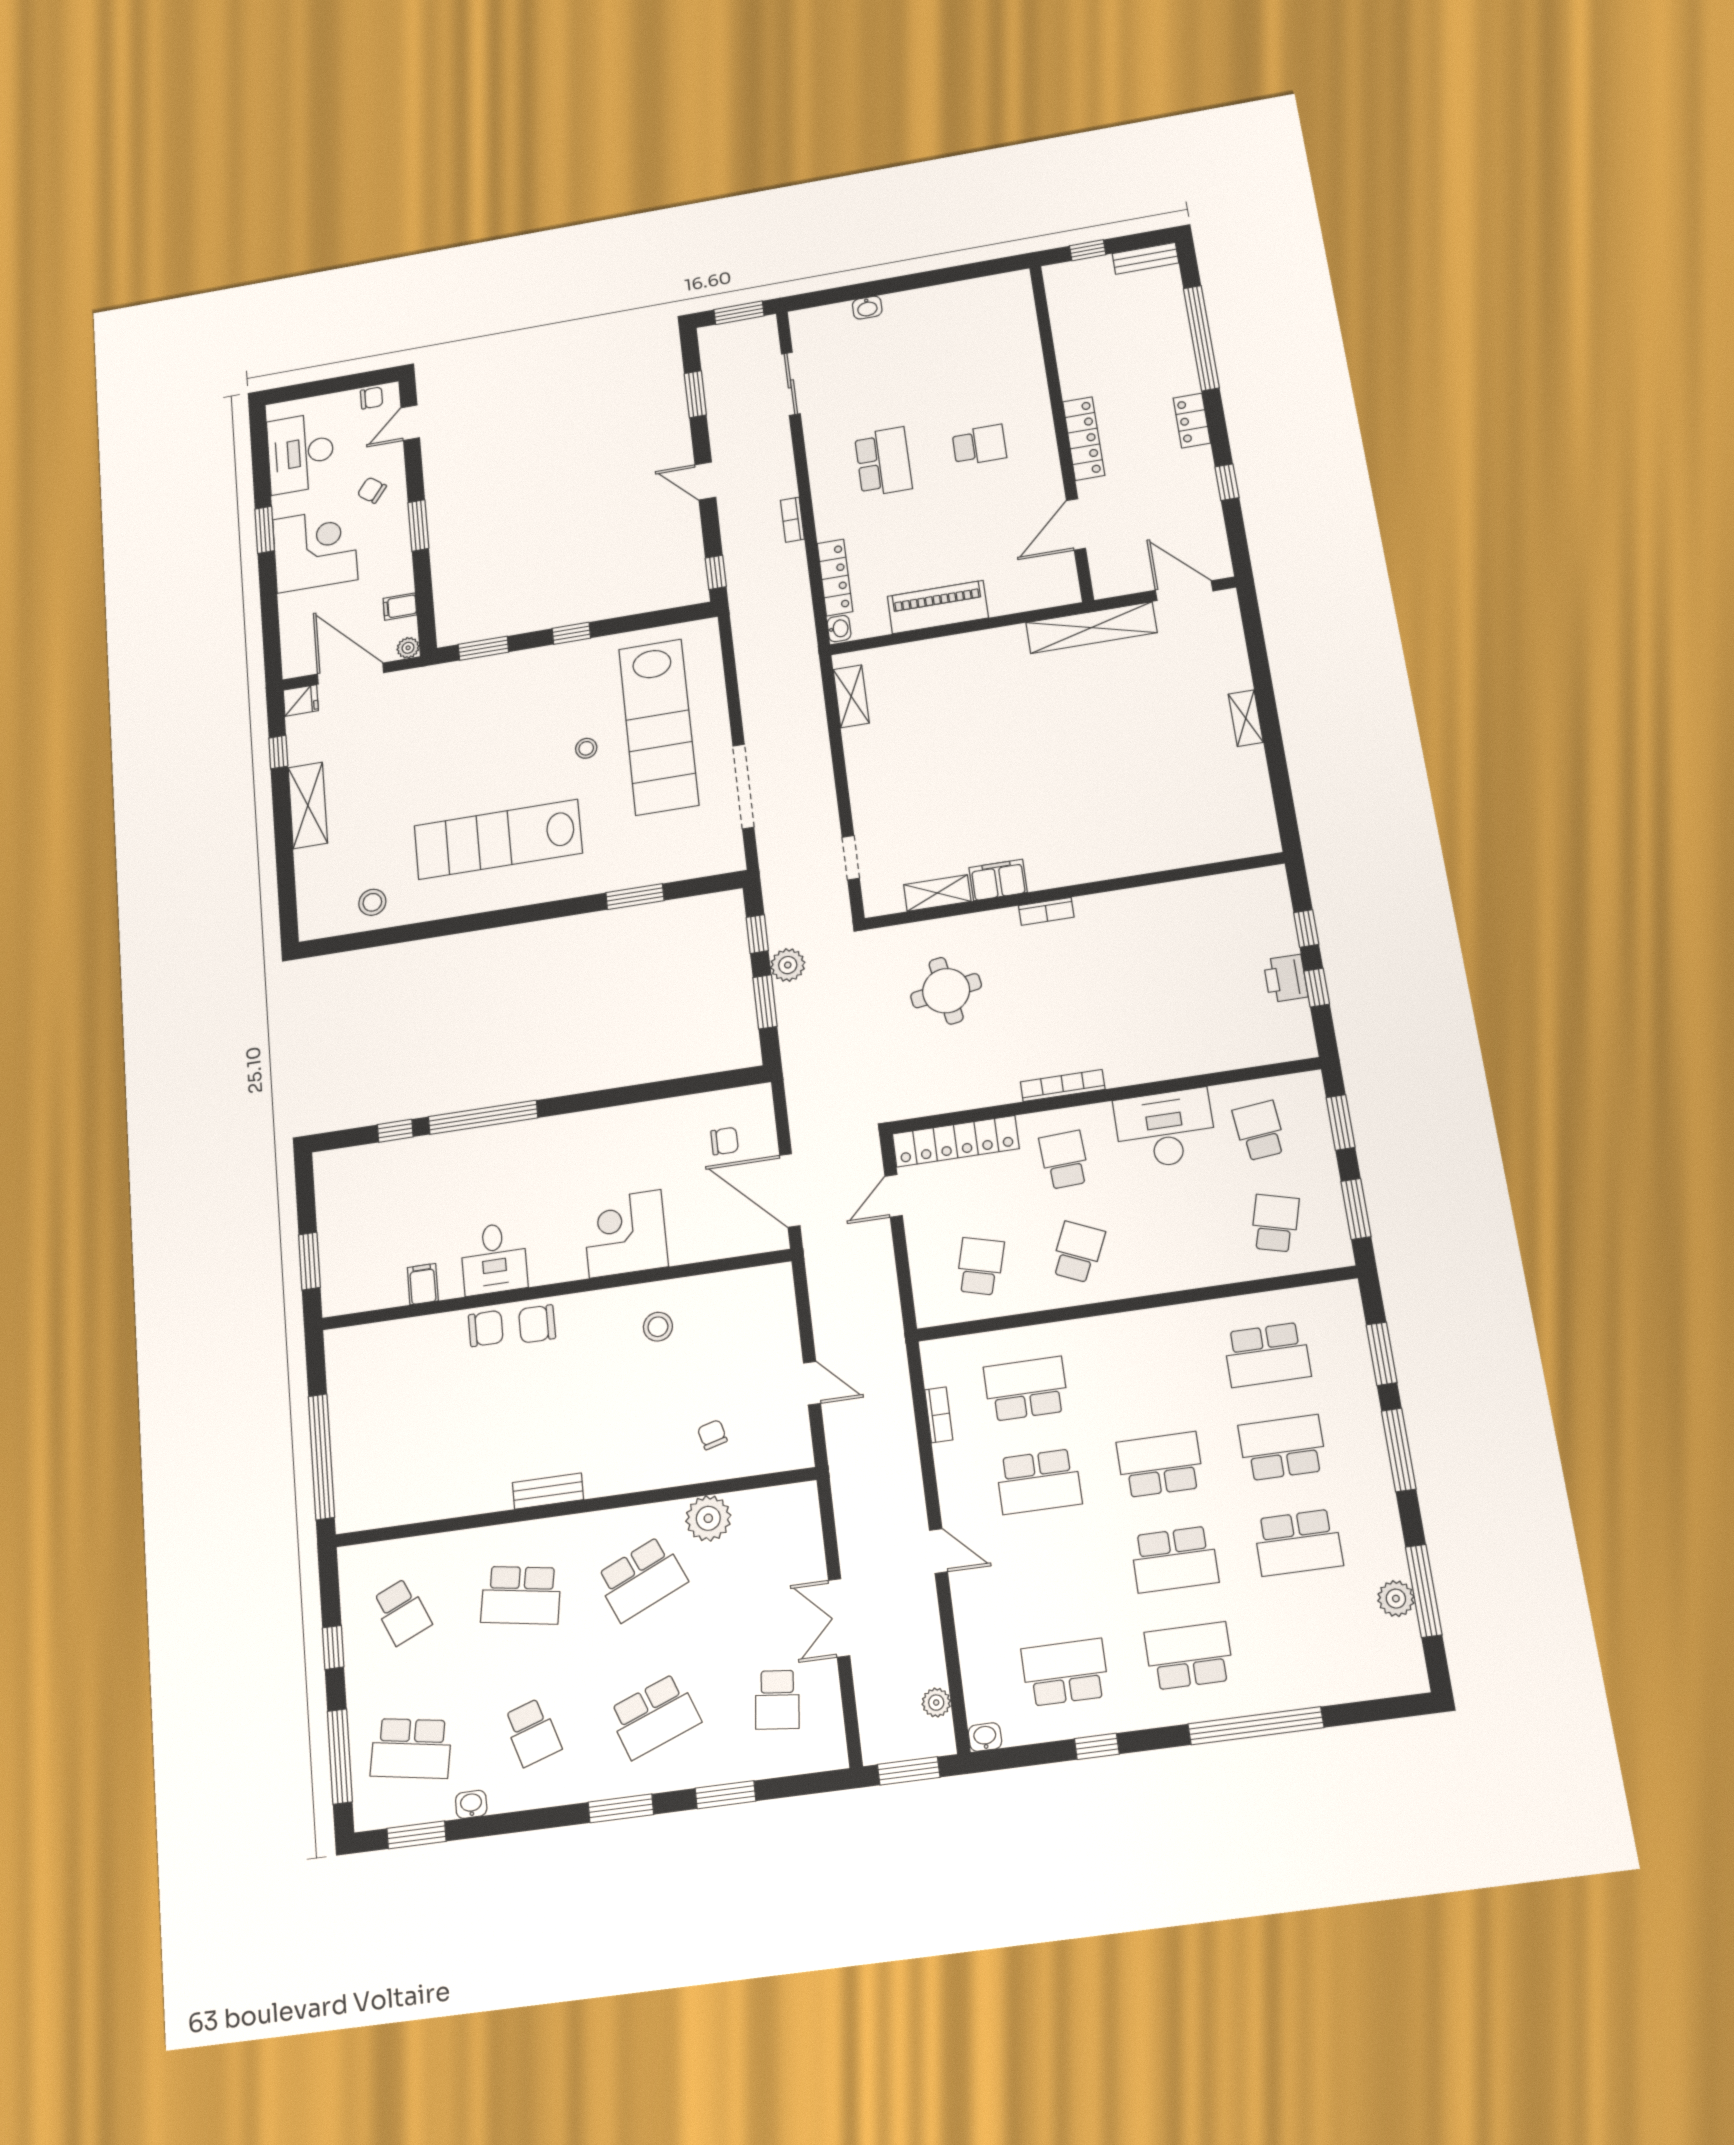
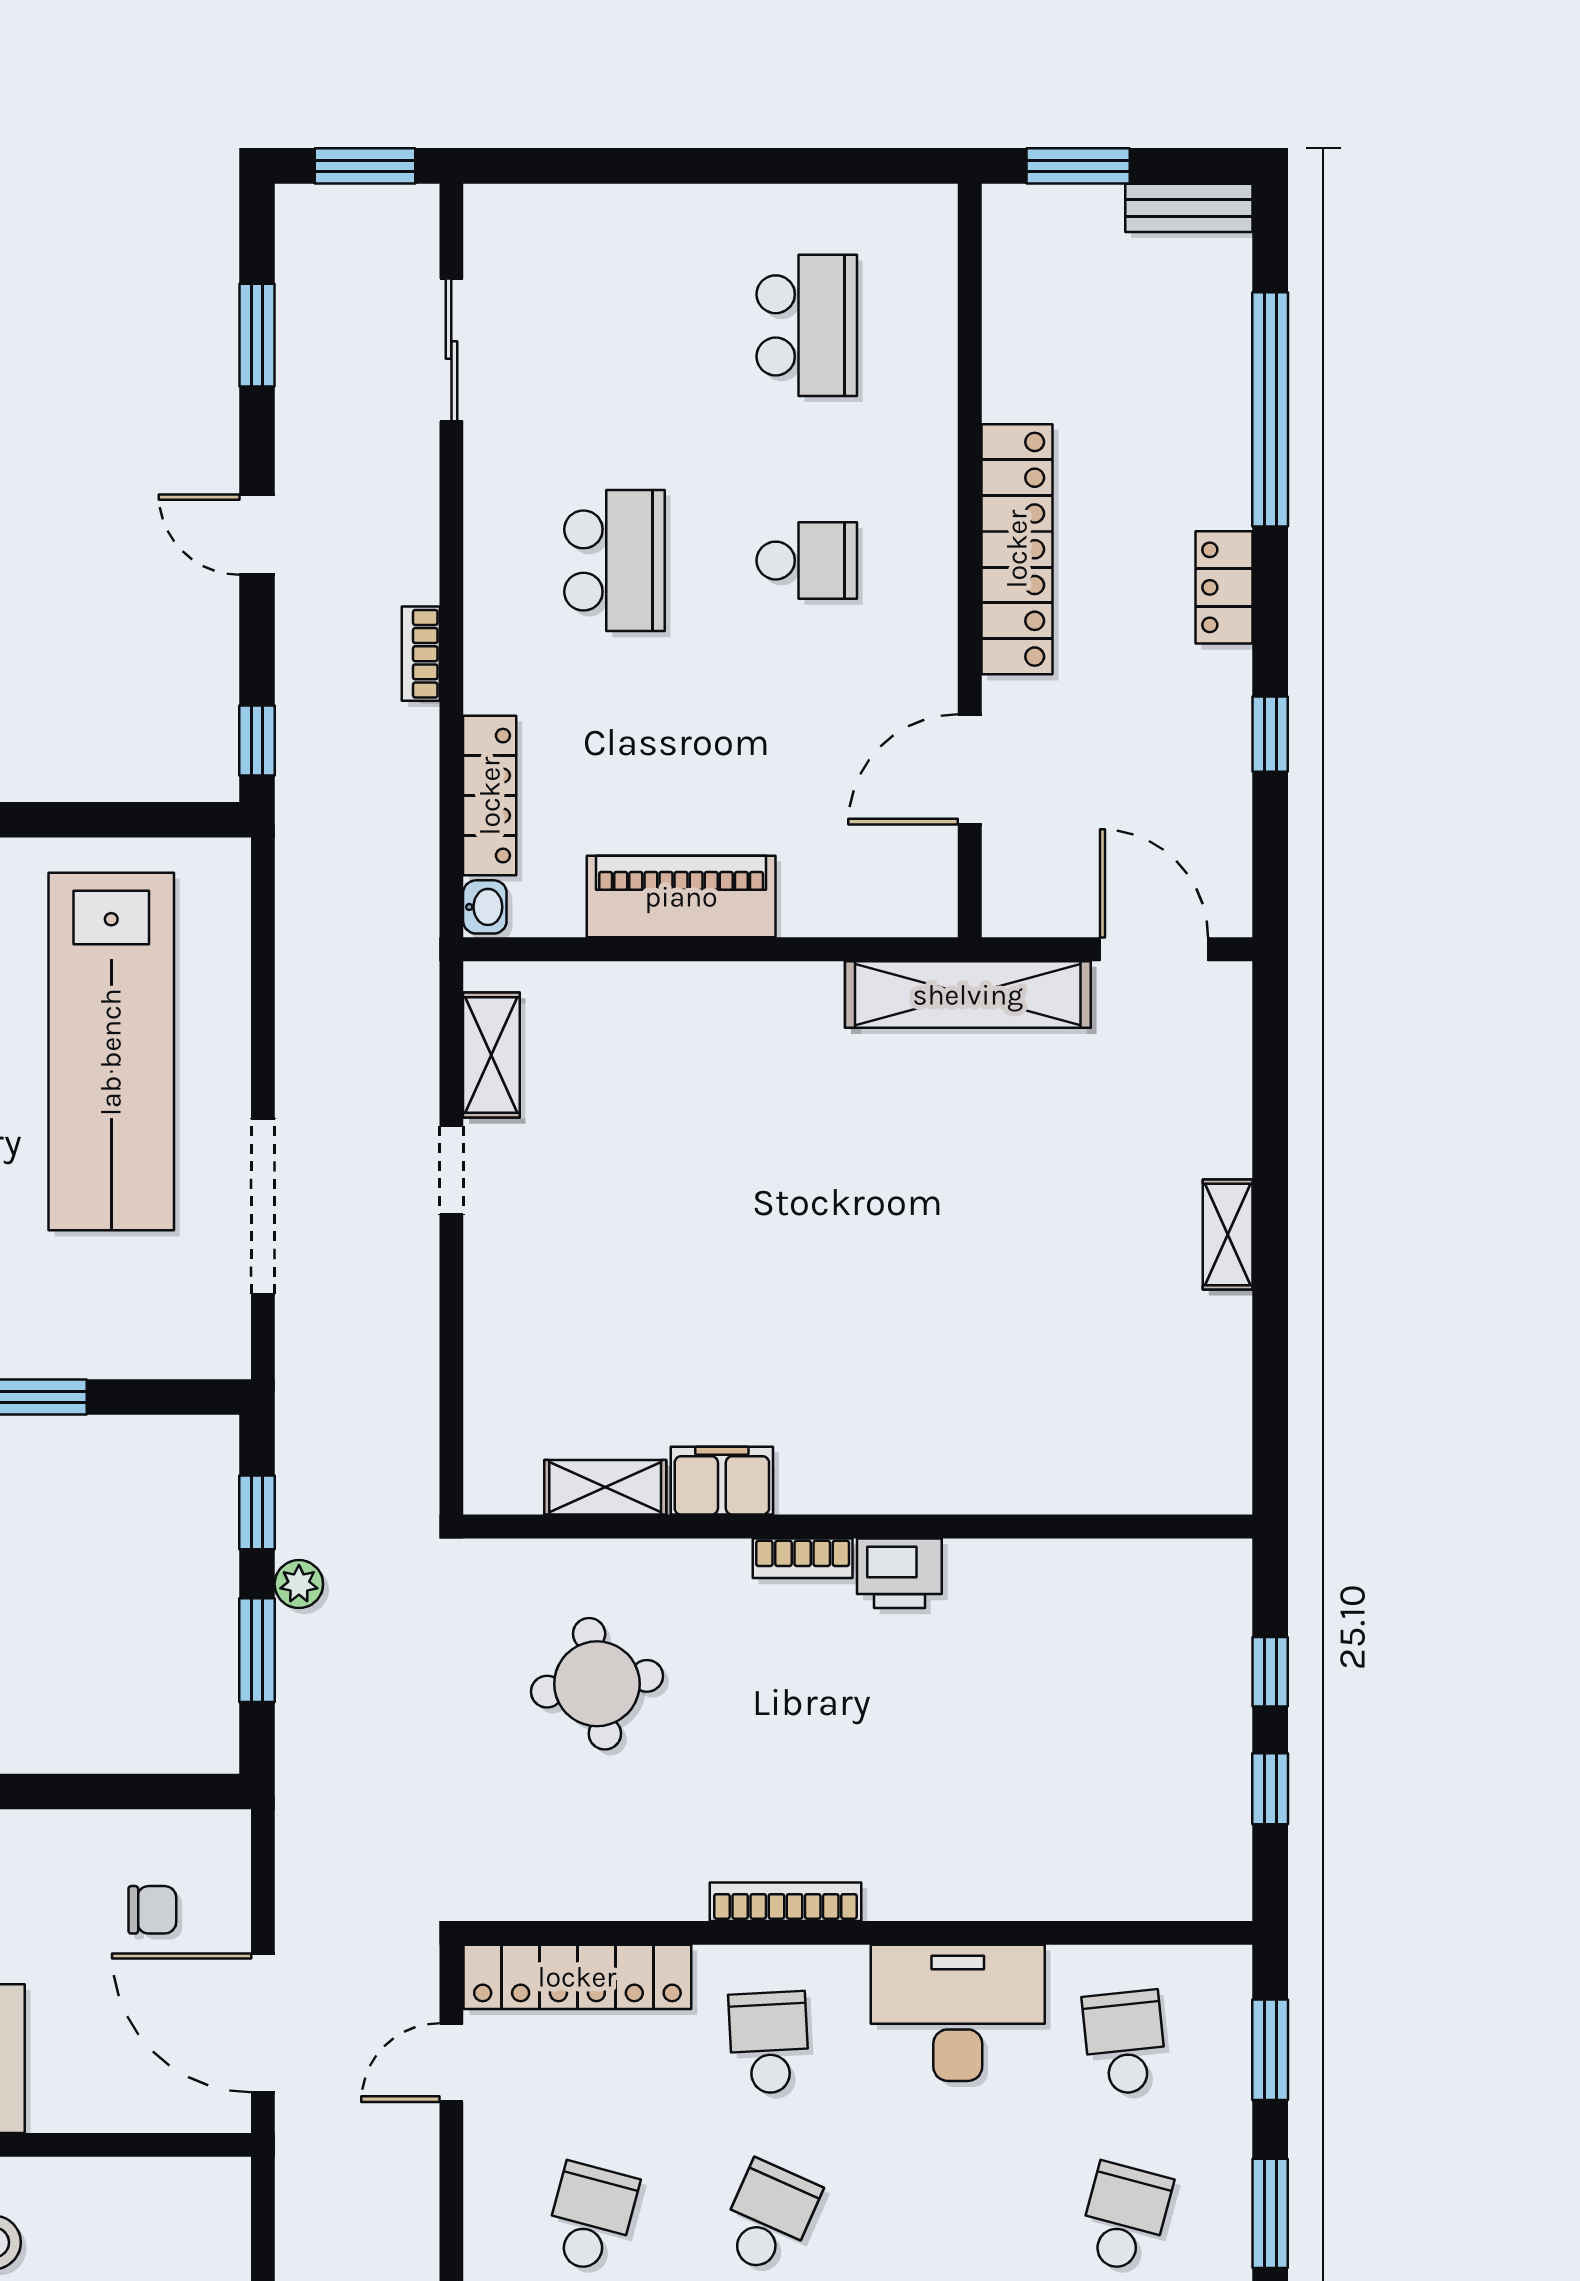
window: (1088, 250) -> (1078, 166), width x1.50
washbasin: (867, 308) -> (624, 207), removed
school desk: (964, 342) -> (807, 325), added
locker: (1084, 439) -> (1017, 549), width x1.41, depth x1.21
doorway: (851, 858) -> (451, 1170), moved
plant: (788, 965) -> (299, 1584), width x0.73, depth x0.73
printer: (1286, 978) -> (899, 1573), moved, turned -90

